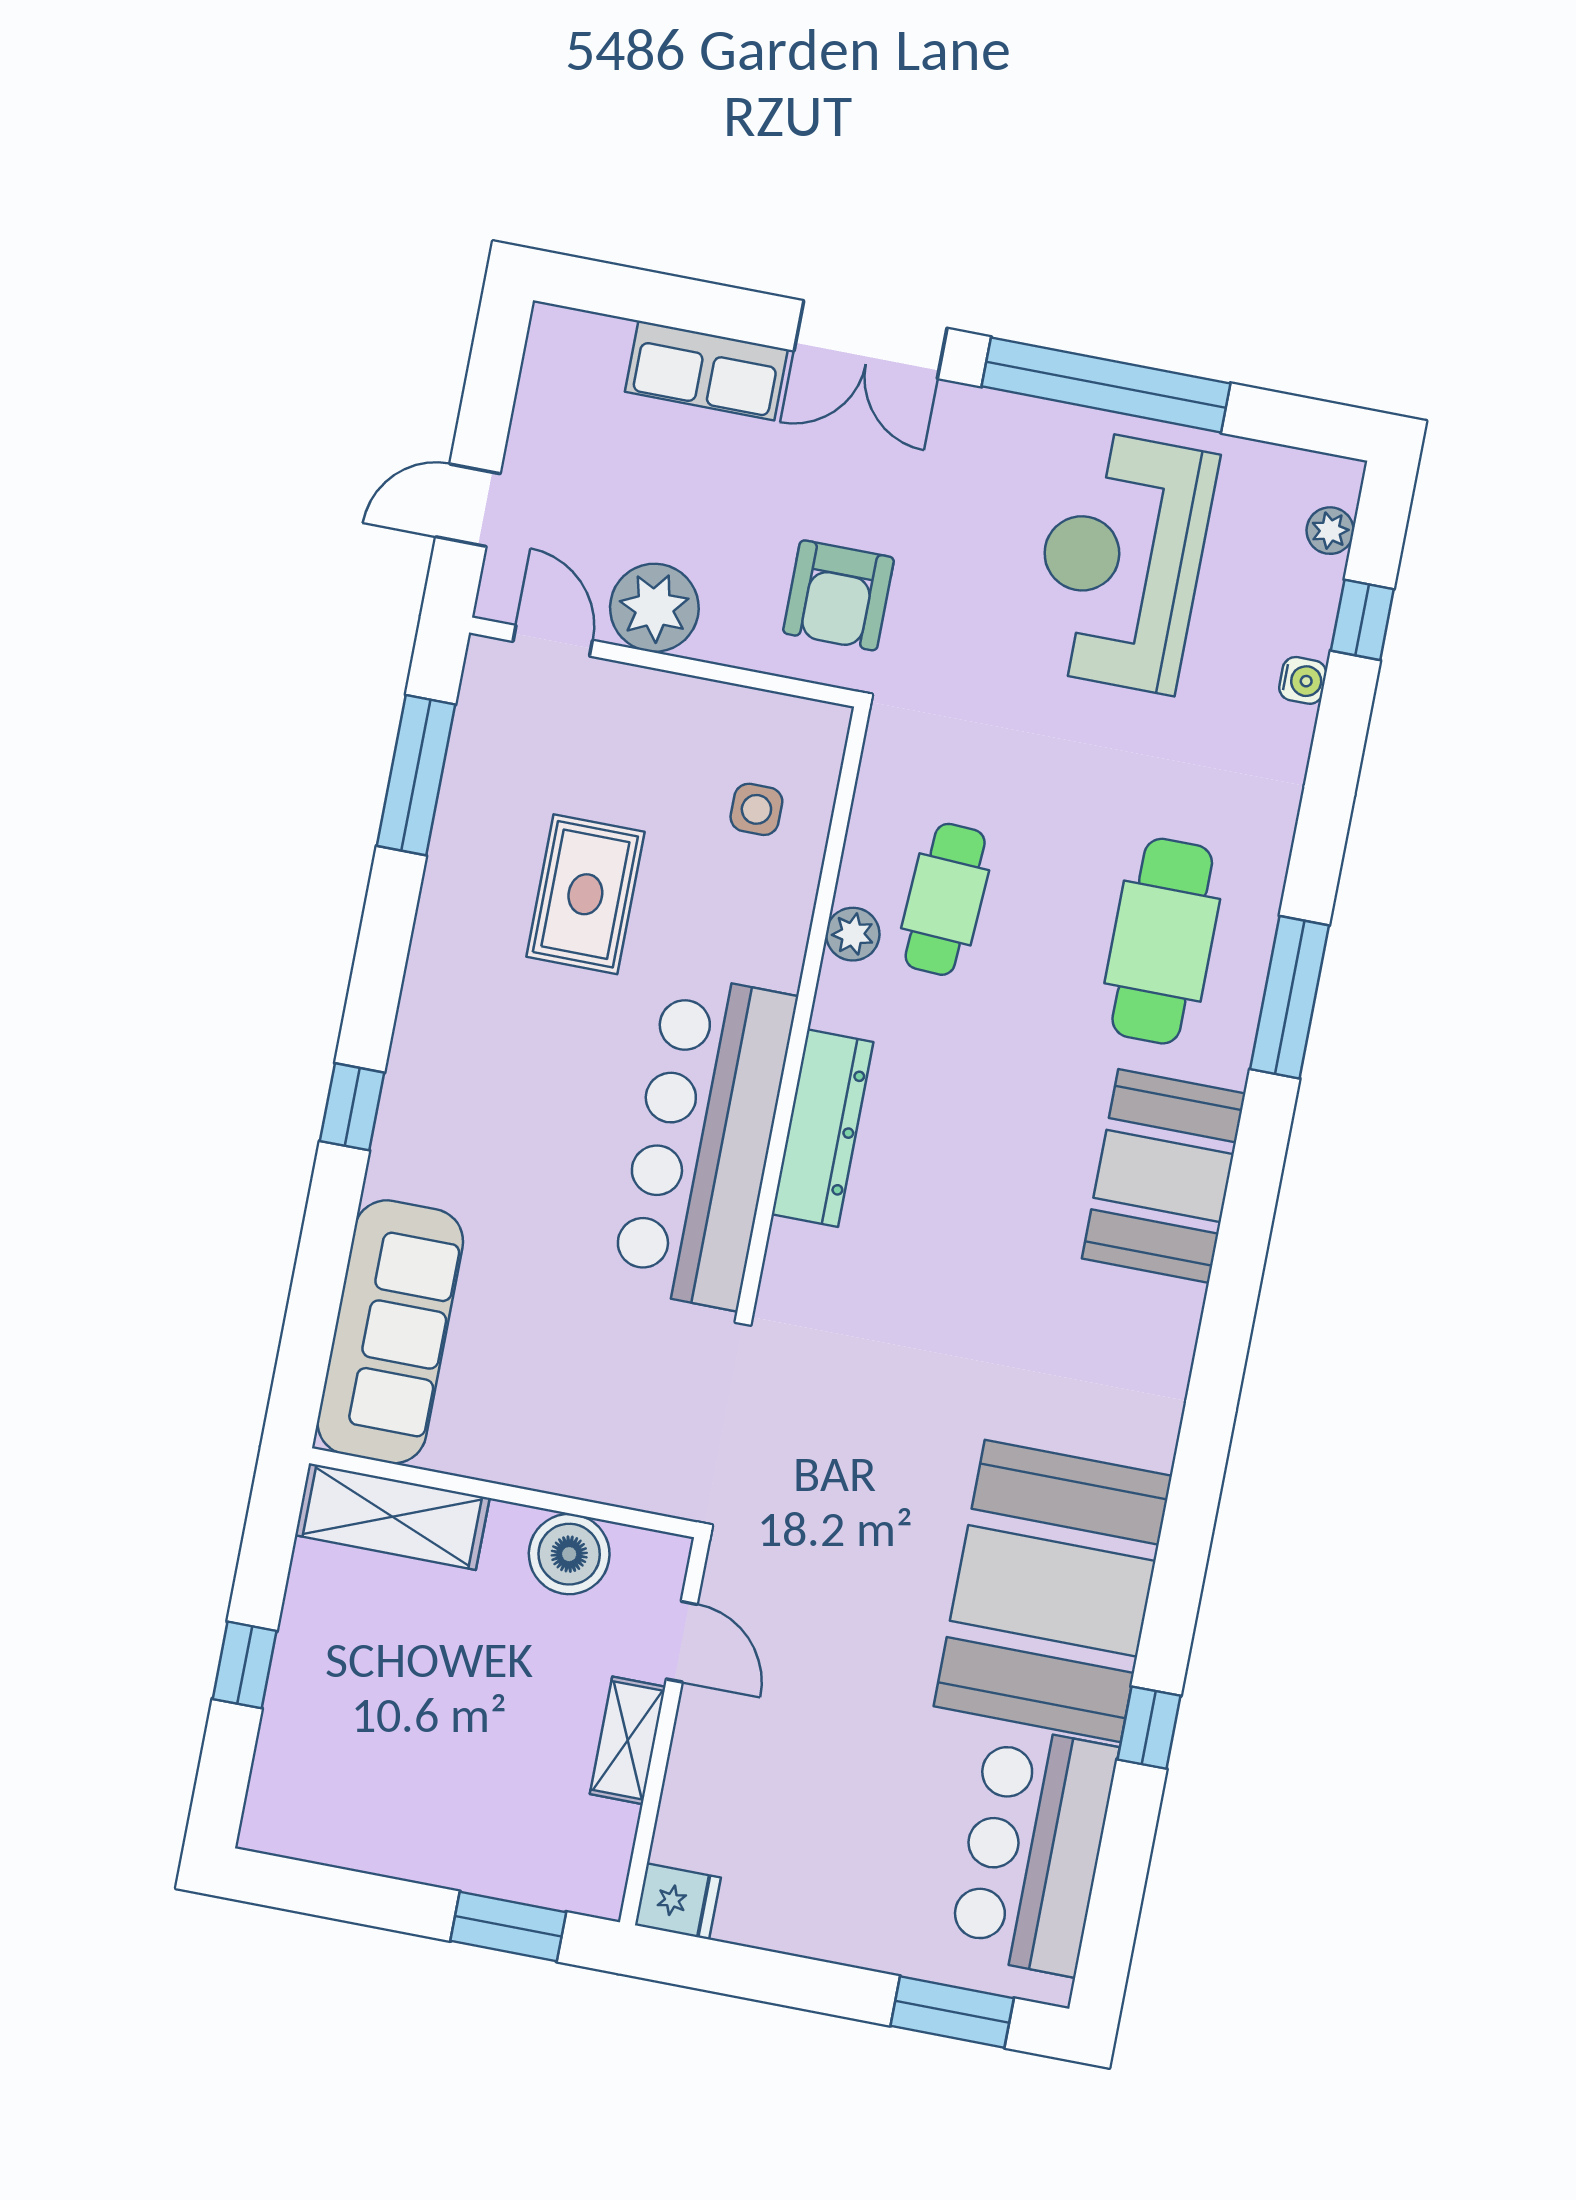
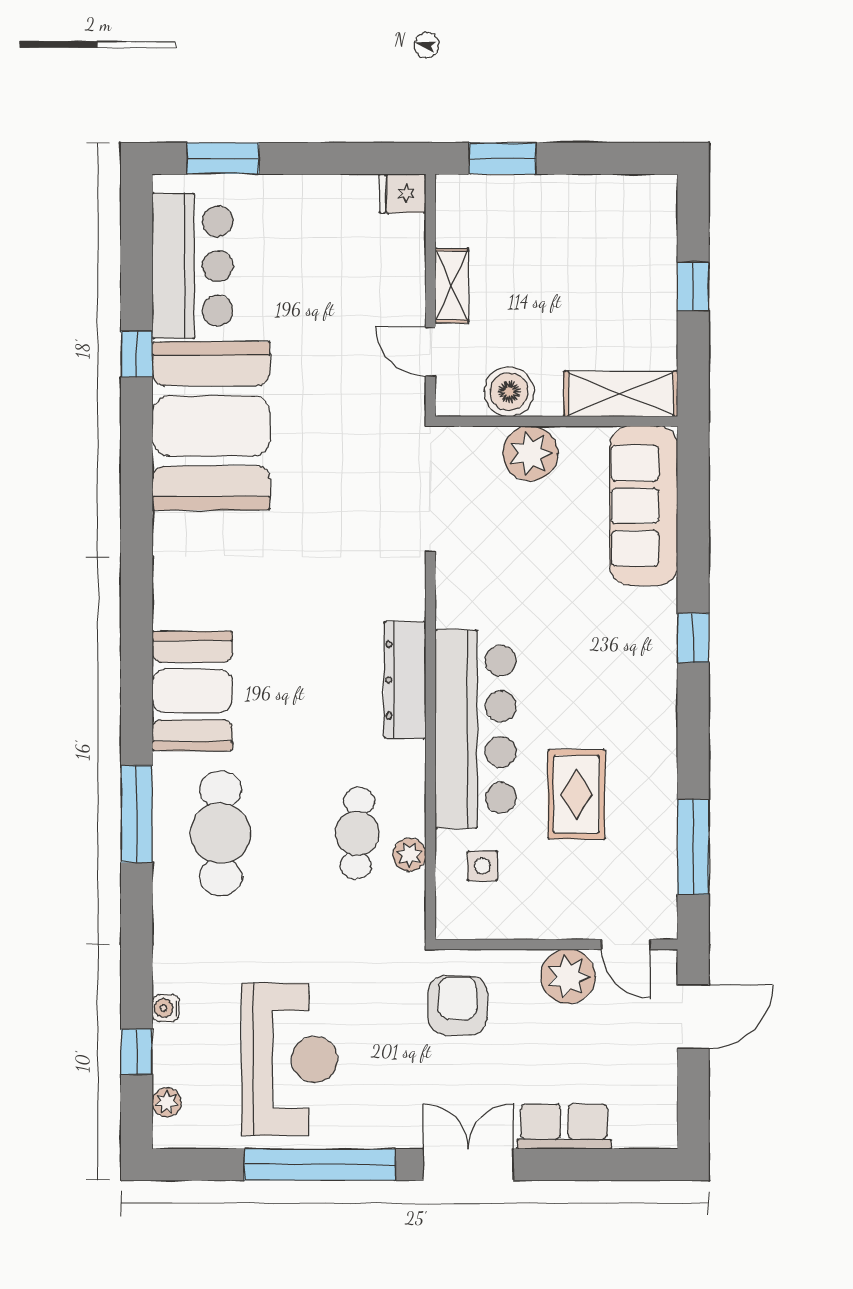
door: (468, 505) -> (693, 1017), width x1.38
plant: (853, 934) -> (409, 855), moved
bar counter: (704, 1142) -> (476, 729), moved
plant: (554, 1450) -> (530, 453), added

